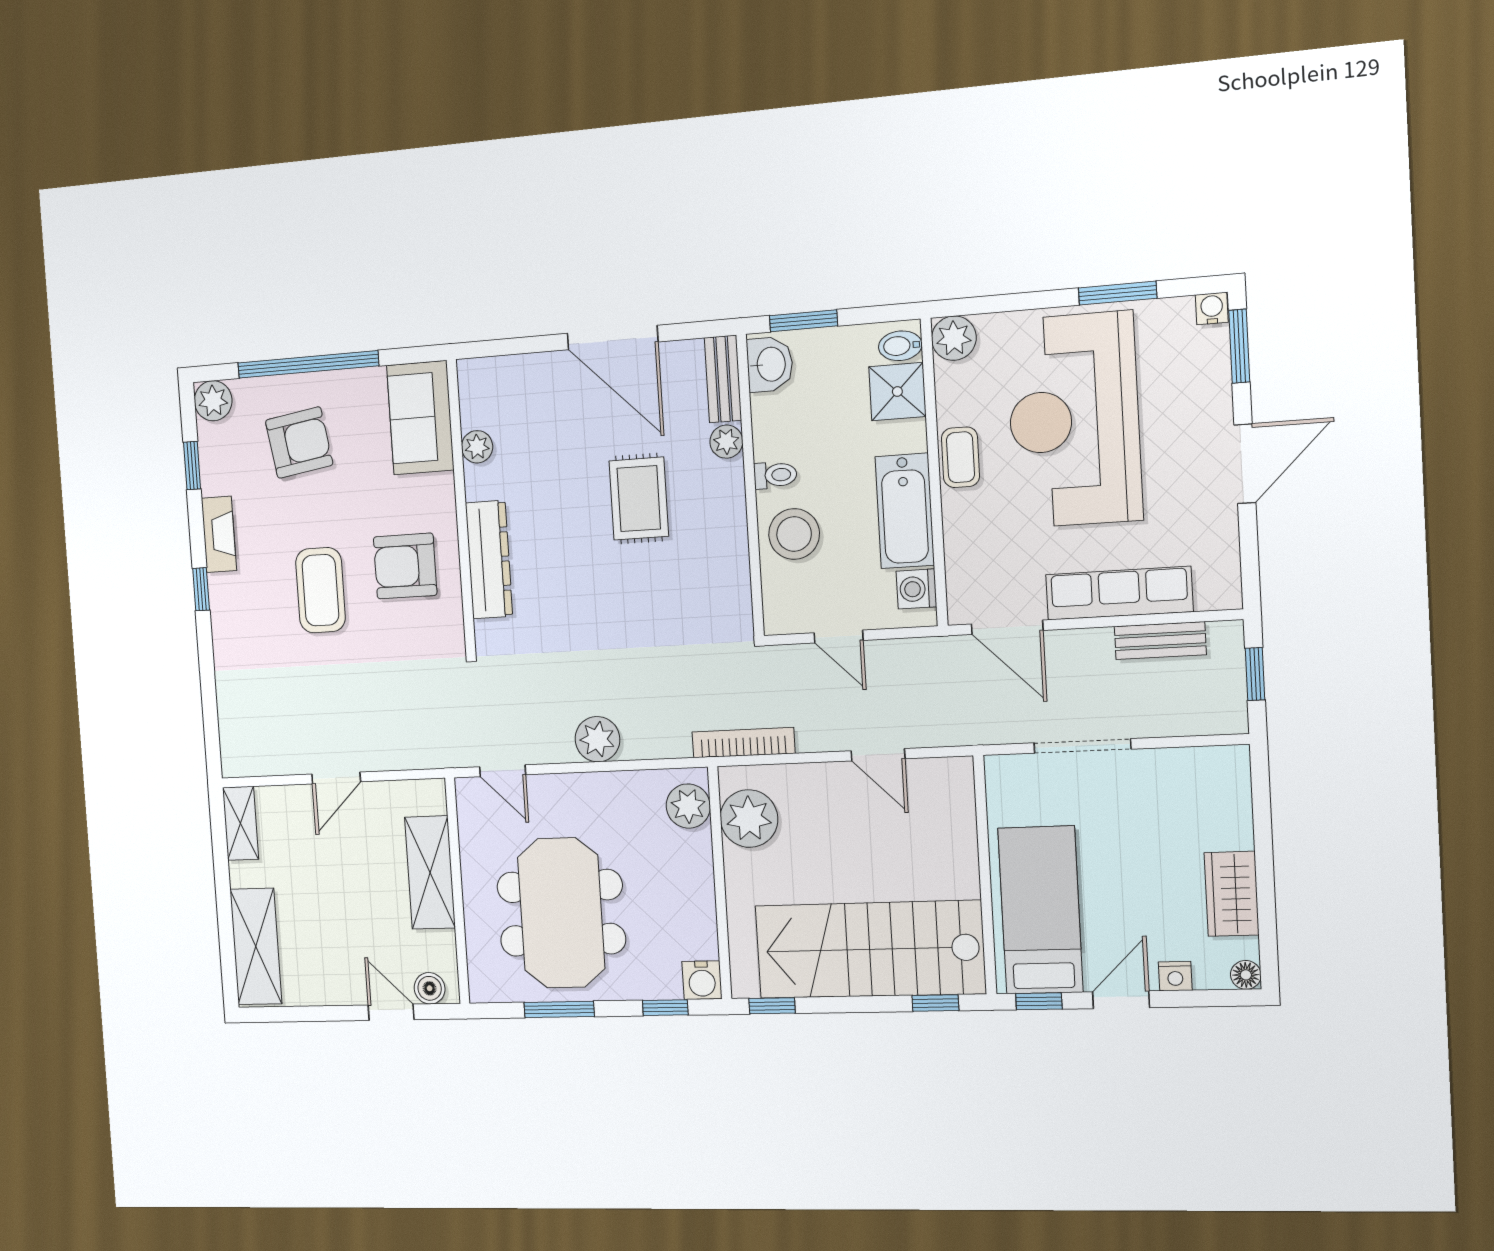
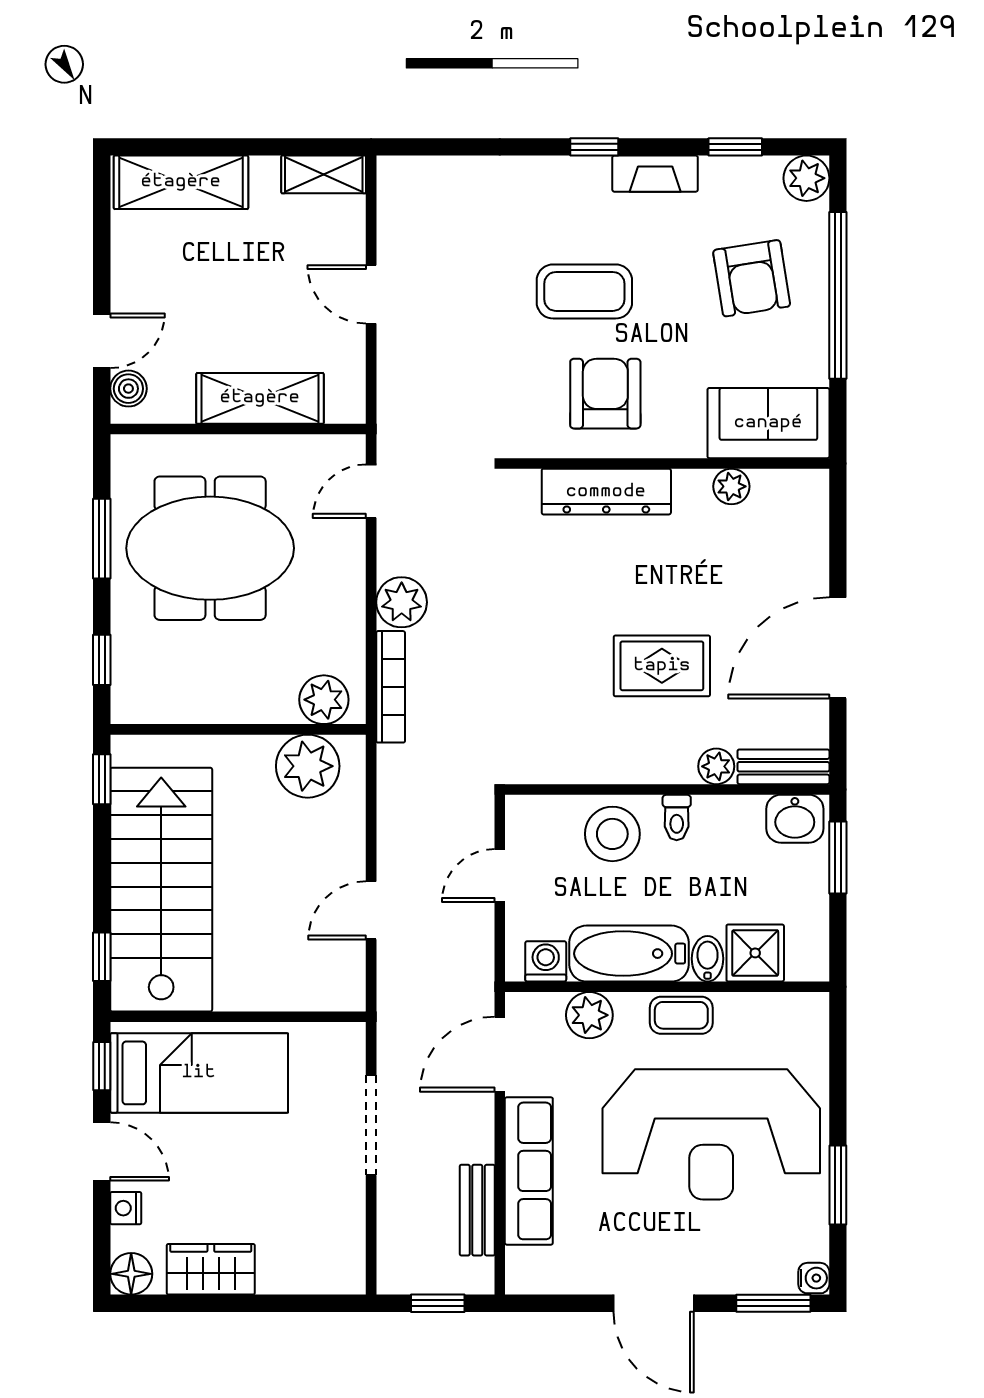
plant: (954, 338) -> (589, 1015), moved
bidet: (900, 346) -> (708, 959), moved
reception desk: (1074, 420) -> (711, 1134), turned 180
bookcase: (743, 743) -> (391, 687), moved
floor lamp: (1246, 975) -> (131, 1274), width x1.37, depth x1.37
water cooler: (702, 980) -> (132, 703), removed

